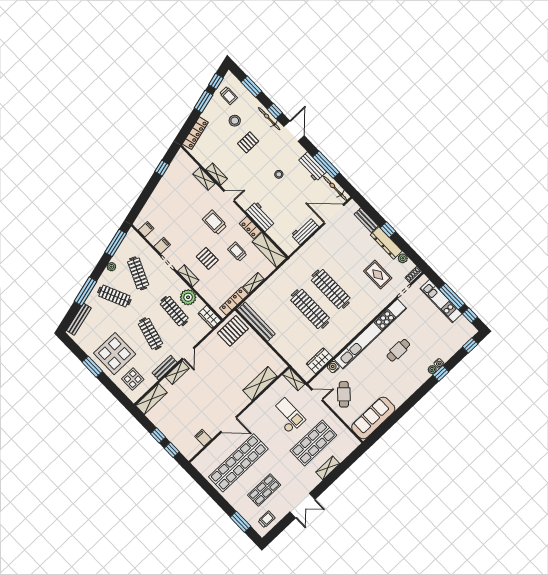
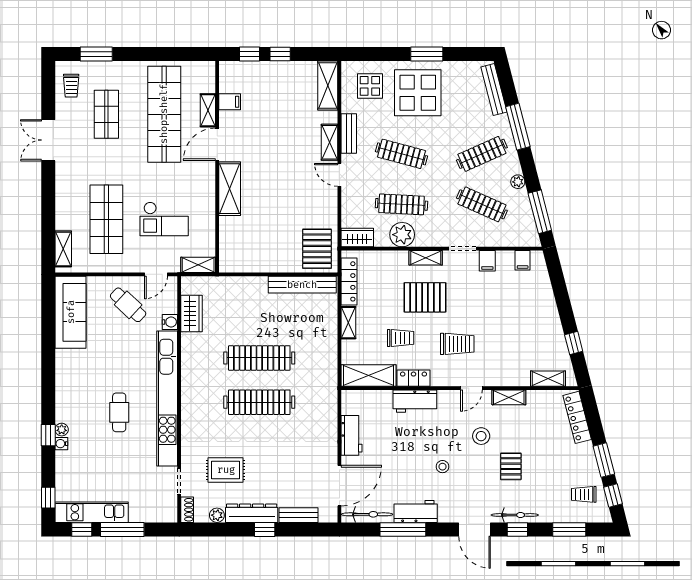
stool: (235, 121) -> (481, 436), moved
shelving: (204, 179) -> (548, 379), moved
pallet: (207, 258) -> (425, 297), width x1.50, depth x1.42
kitchen unit: (441, 301) -> (92, 512), moved
shelving: (260, 383) -> (230, 189), moved
shelving: (217, 444) -> (208, 110), added
shelving: (328, 468) -> (63, 249), moved

